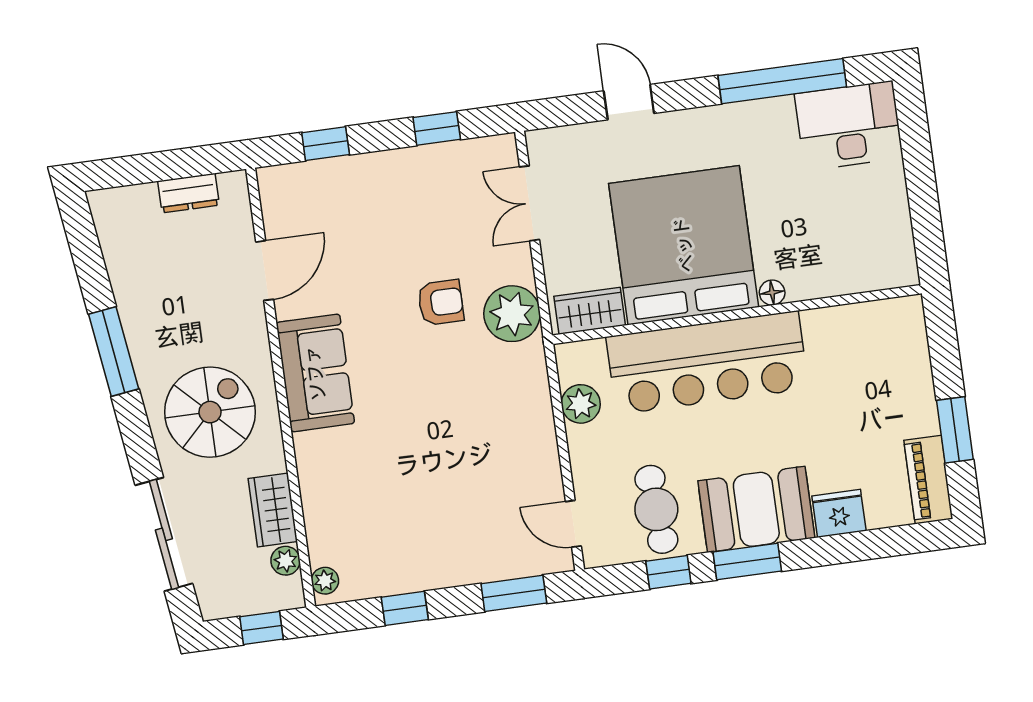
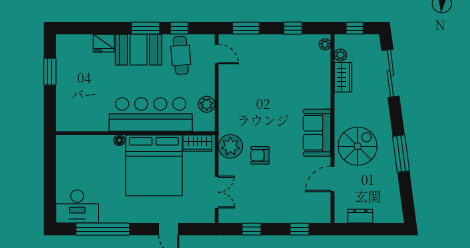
spiral stairs: (210, 412) -> (358, 146), moved, turned 180
piano: (928, 480) -> (64, 52), removed

